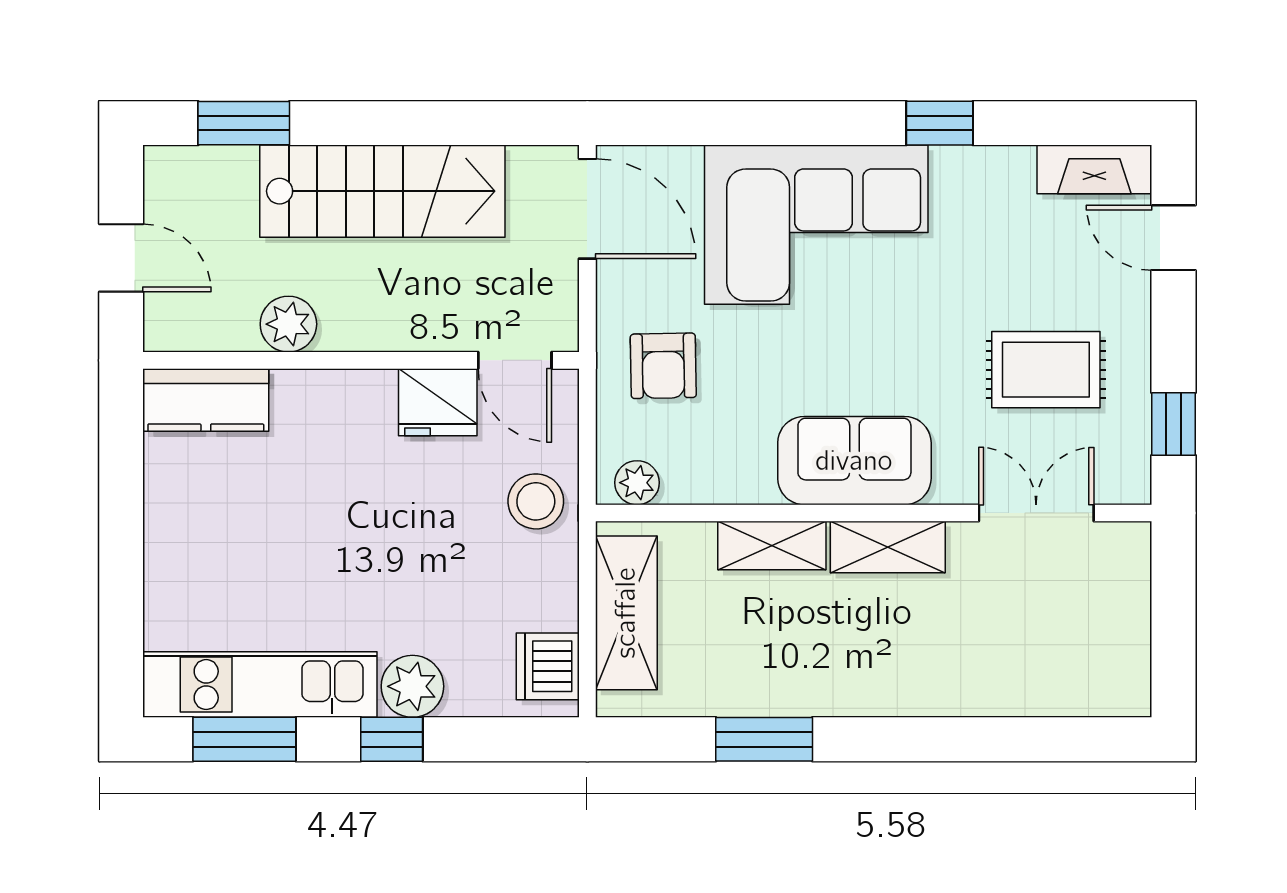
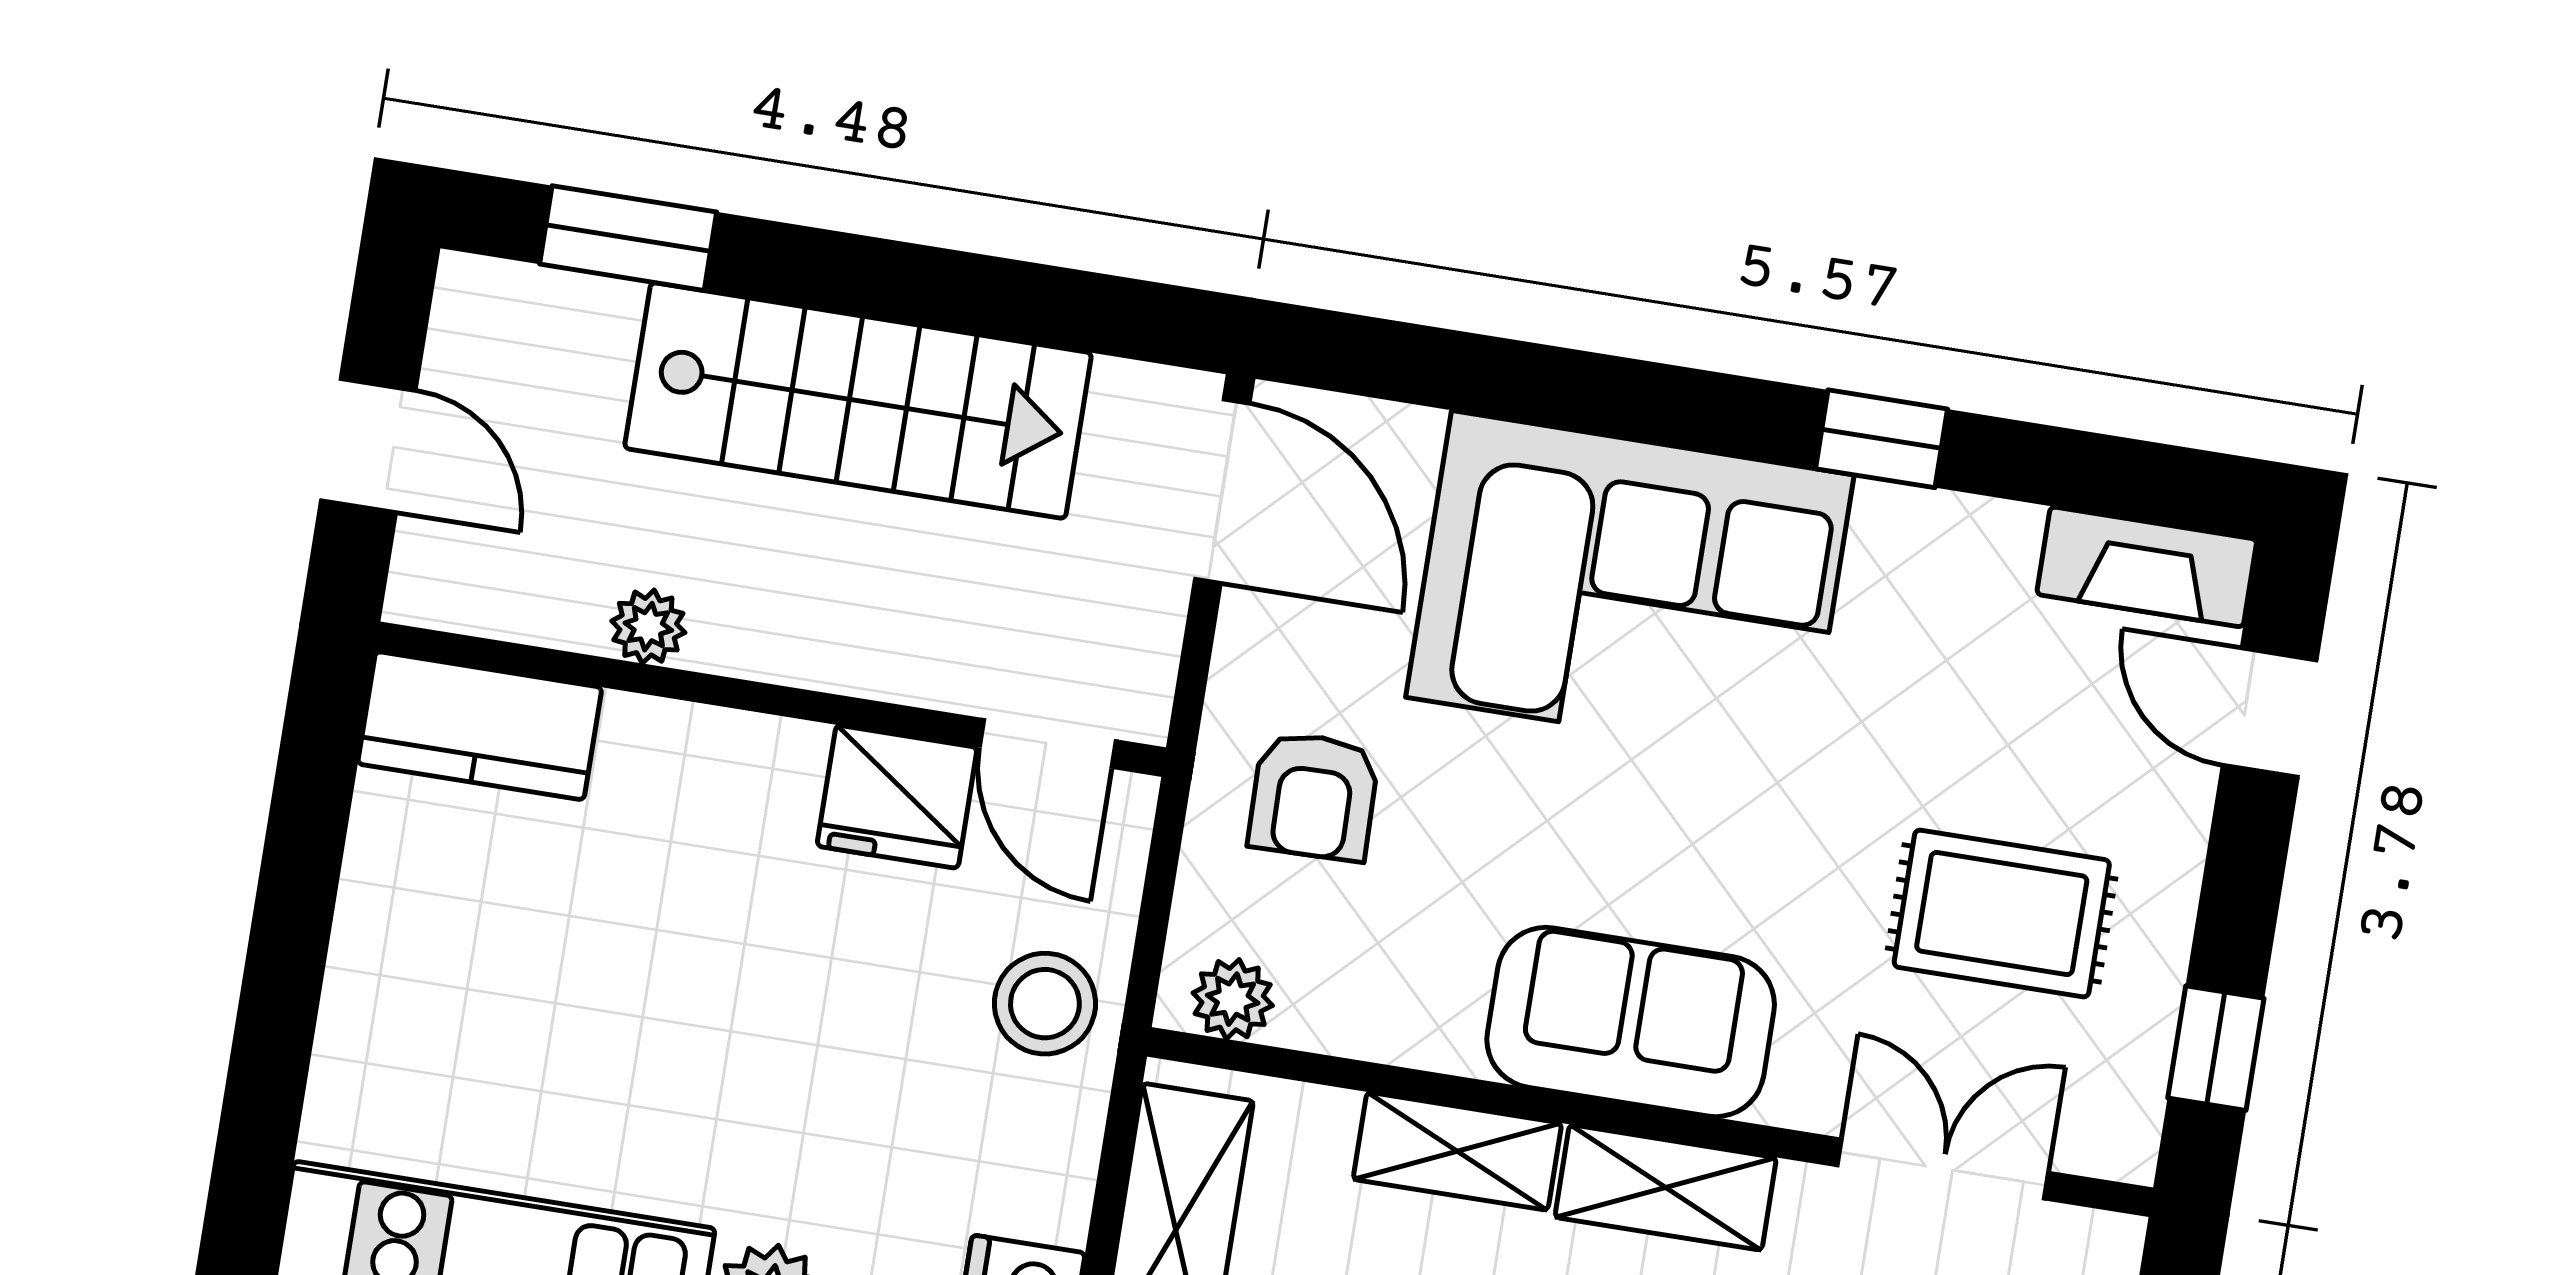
plant: (288, 324) -> (648, 627), width x0.73, depth x0.73

